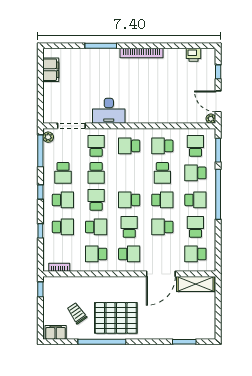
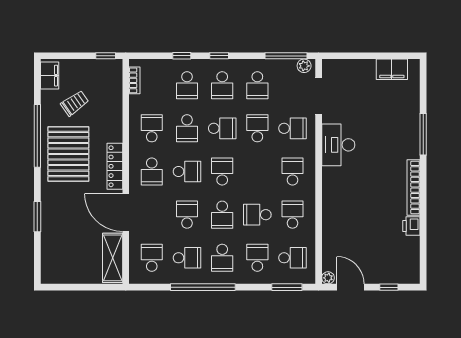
printer: (194, 55) -> (411, 226), moved
door: (218, 101) -> (351, 287), hinge flipped
school desk: (63, 173) -> (257, 85), turned -90
school desk: (96, 173) -> (257, 128), turned 90
window: (40, 192) -> (219, 56), moved
window: (218, 194) -> (203, 287), moved
locker: (125, 282) -> (115, 166), added
window: (184, 342) -> (37, 217), moved

